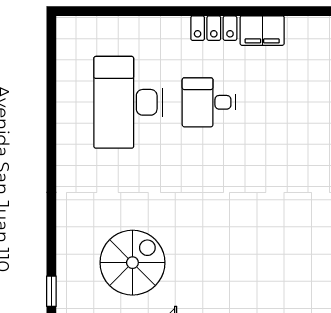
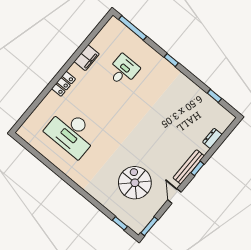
locker: (214, 28) -> (63, 84), moved
desk: (209, 102) -> (123, 70), moved, turned 180

